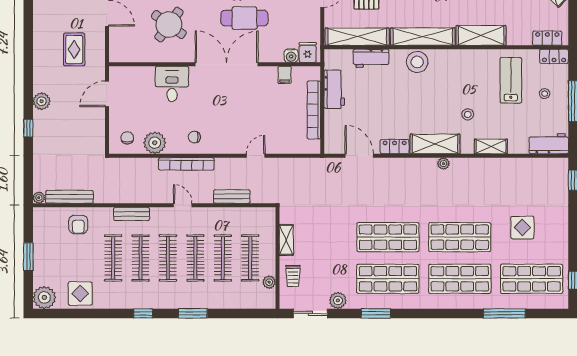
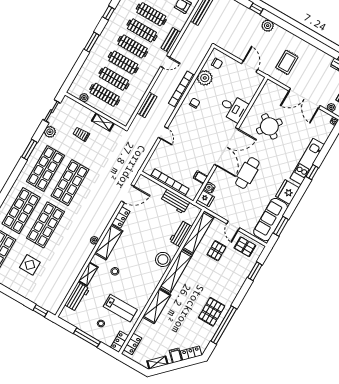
rug: (74, 49) -> (287, 62), turned 90
workbench: (549, 144) -> (77, 297), moved
door: (183, 205) -> (165, 62), moved
trolley: (293, 276) -> (81, 134), moved

